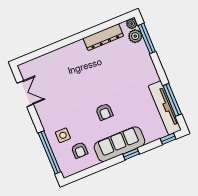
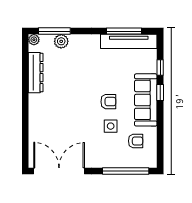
plant: (135, 36) -> (61, 41), moved
double door: (25, 94) -> (59, 171), width x1.87
side table: (63, 135) -> (111, 126), moved
window: (168, 139) -> (160, 68), moved

